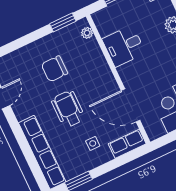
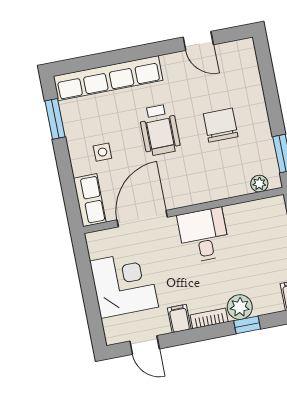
desk: (124, 46) -> (204, 235), moved
wheelchair: (68, 109) -> (160, 130), turned 90

